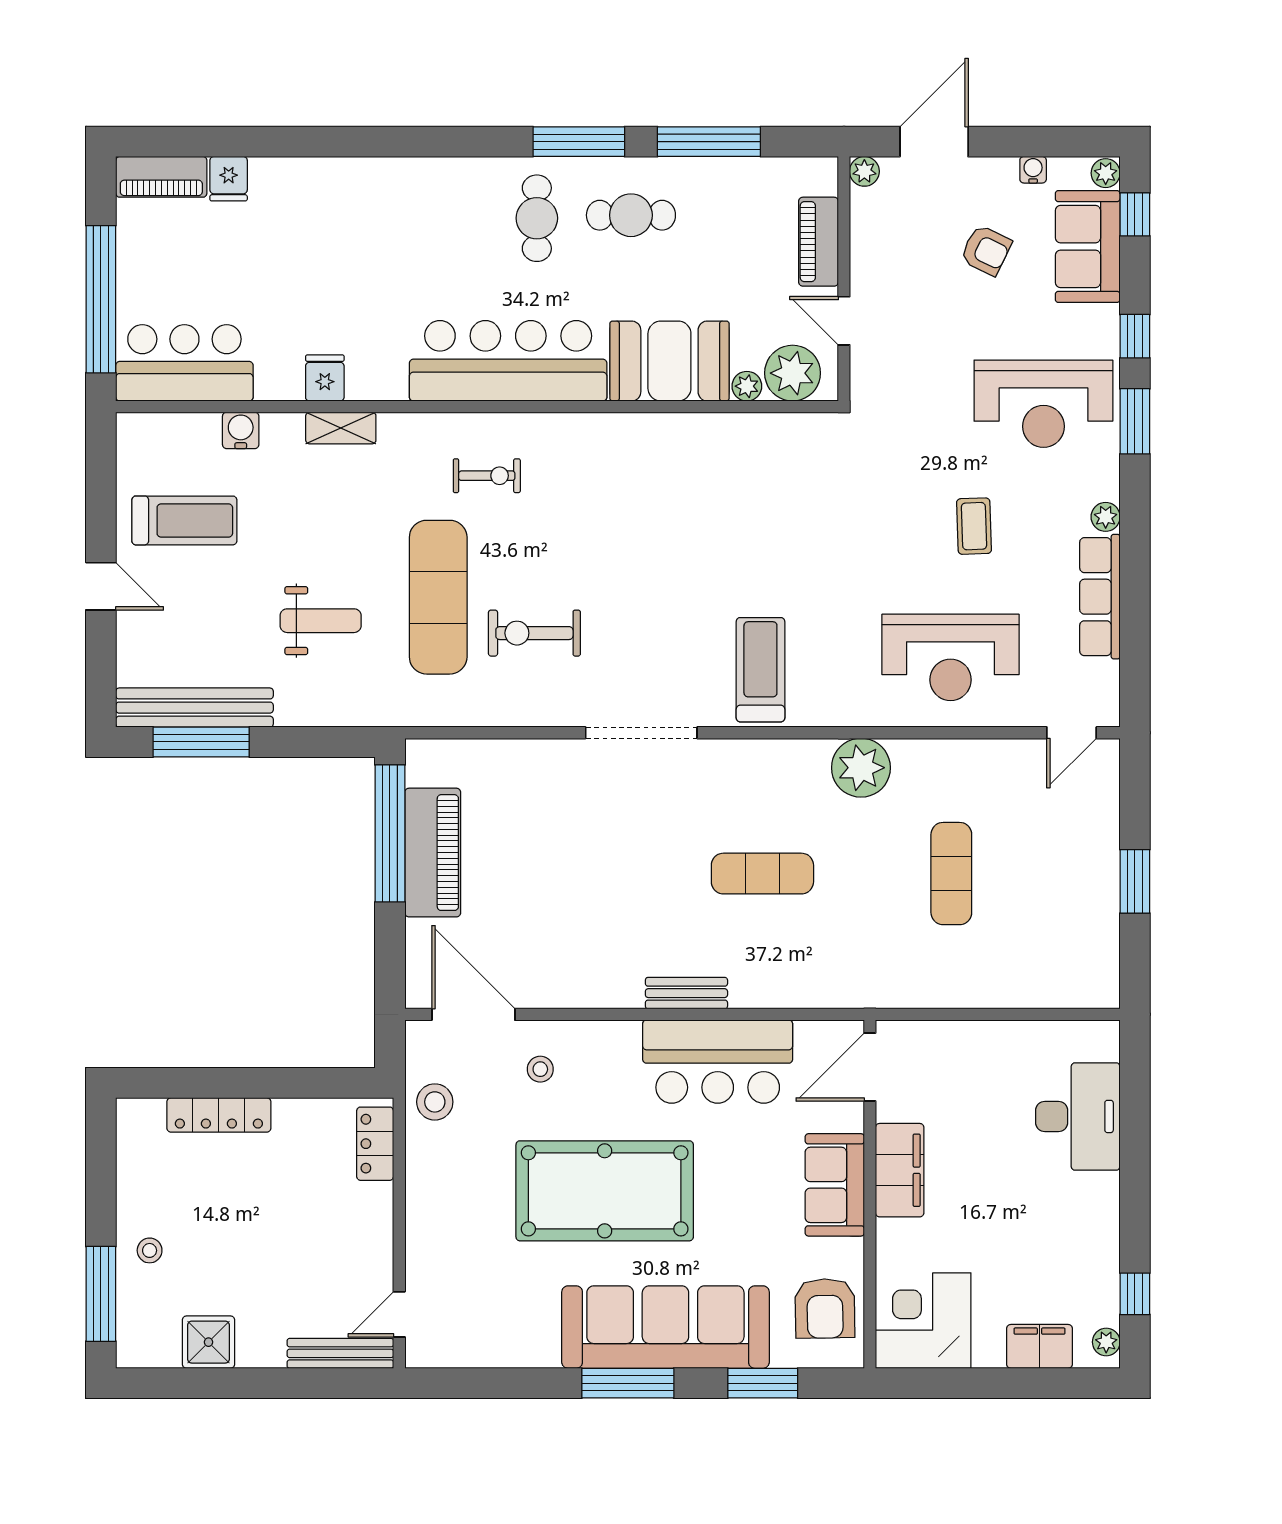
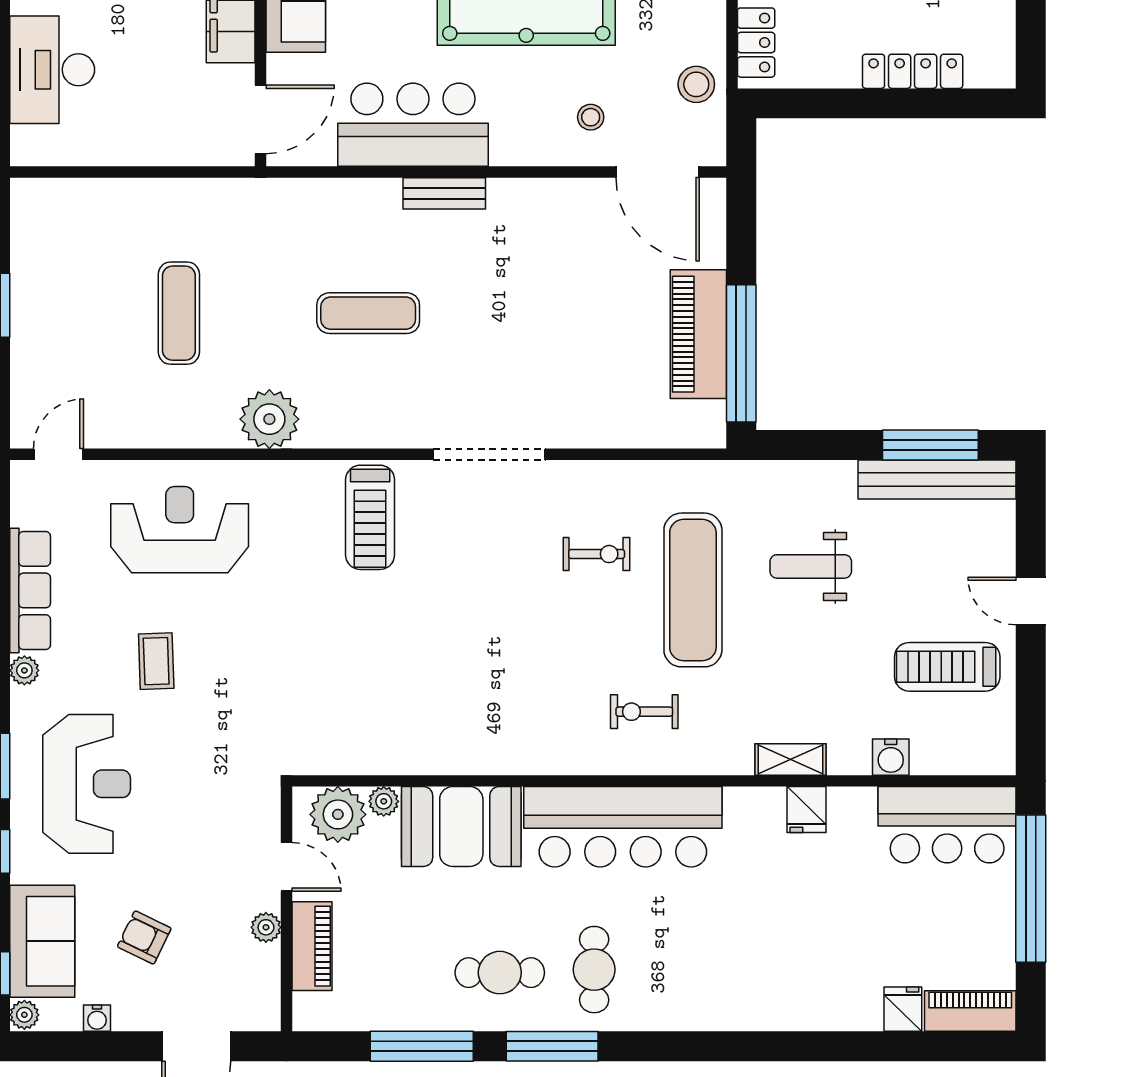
plant: (864, 171) -> (266, 927), moved
reception desk: (1043, 404) -> (87, 784), turned 90
exercise bike: (534, 633) -> (597, 554), width x0.73, depth x0.72

